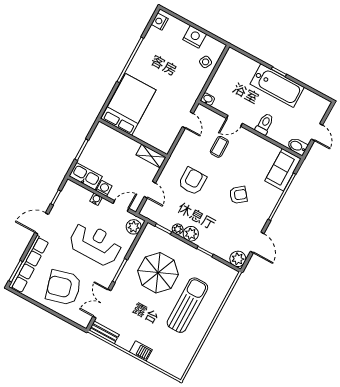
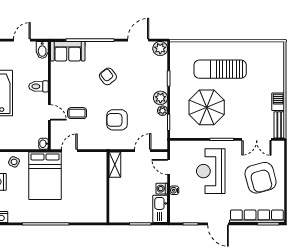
bed: (129, 104) -> (45, 176), moved, turned -90
plant: (134, 227) -> (180, 147), removed
barbecue: (141, 351) -> (278, 102), moved

